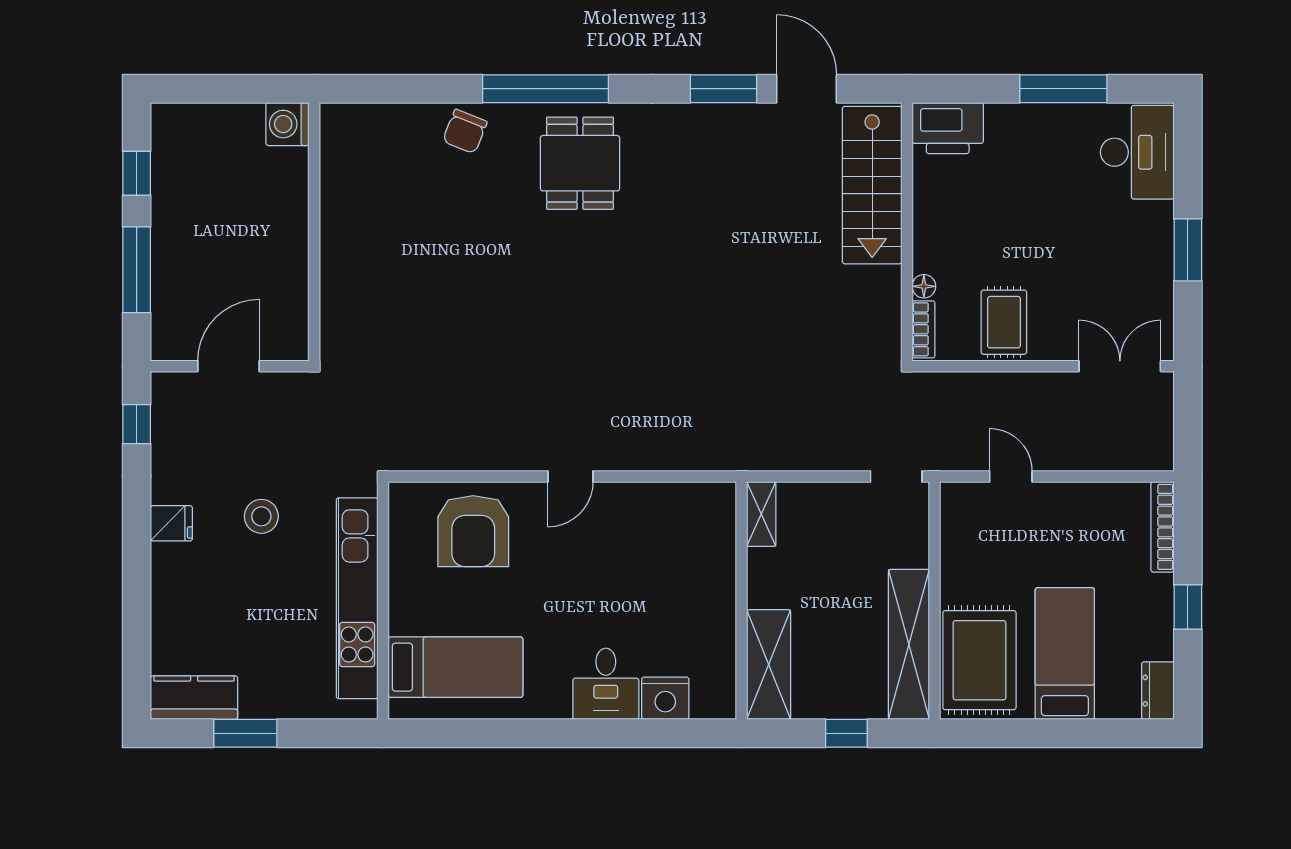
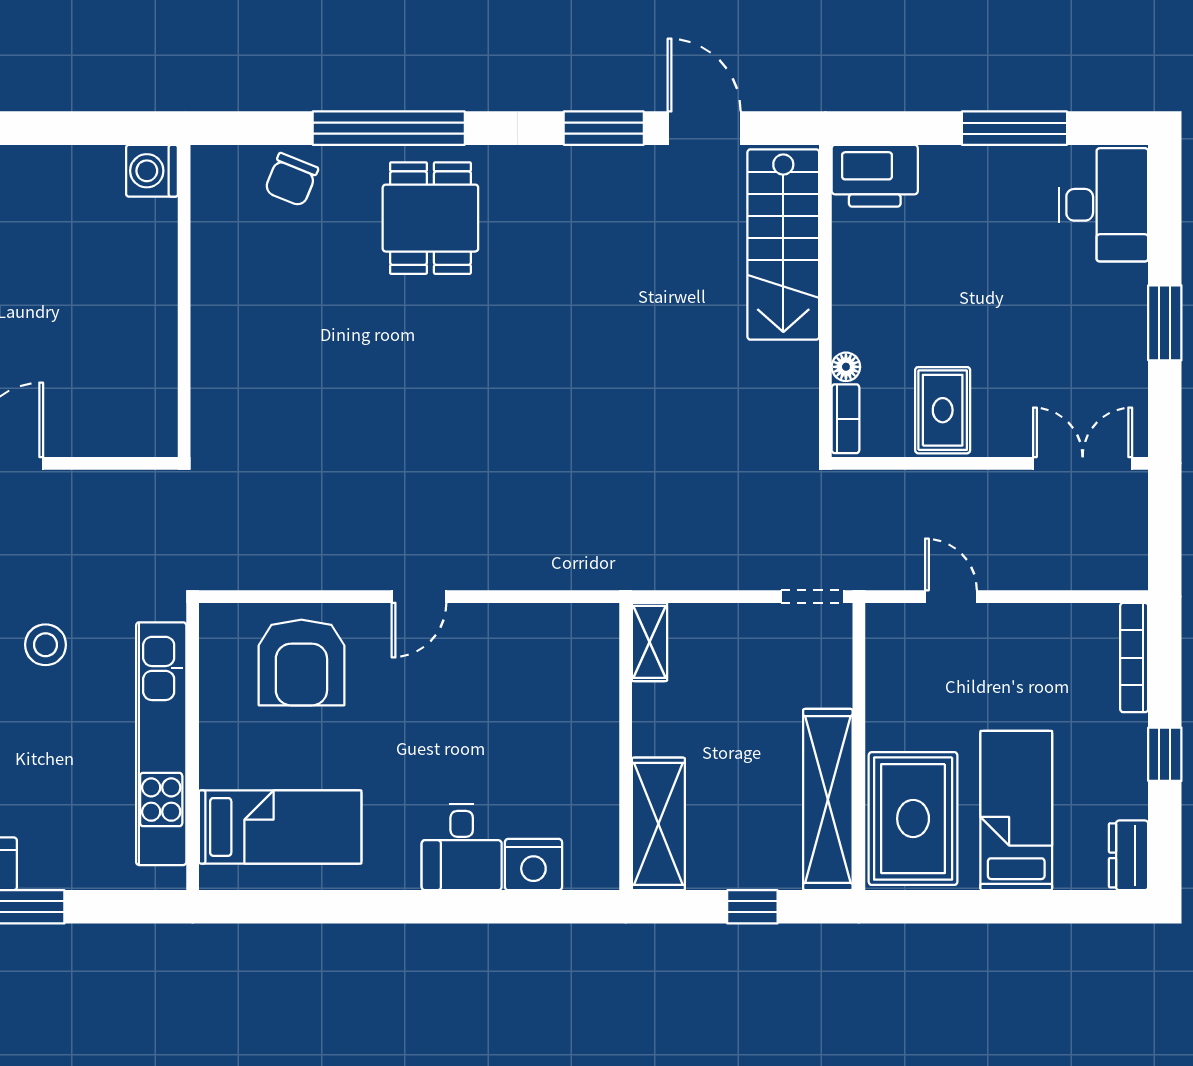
washing machine: (287, 124) -> (152, 171), moved
wall: (314, 232) -> (184, 301), moved

